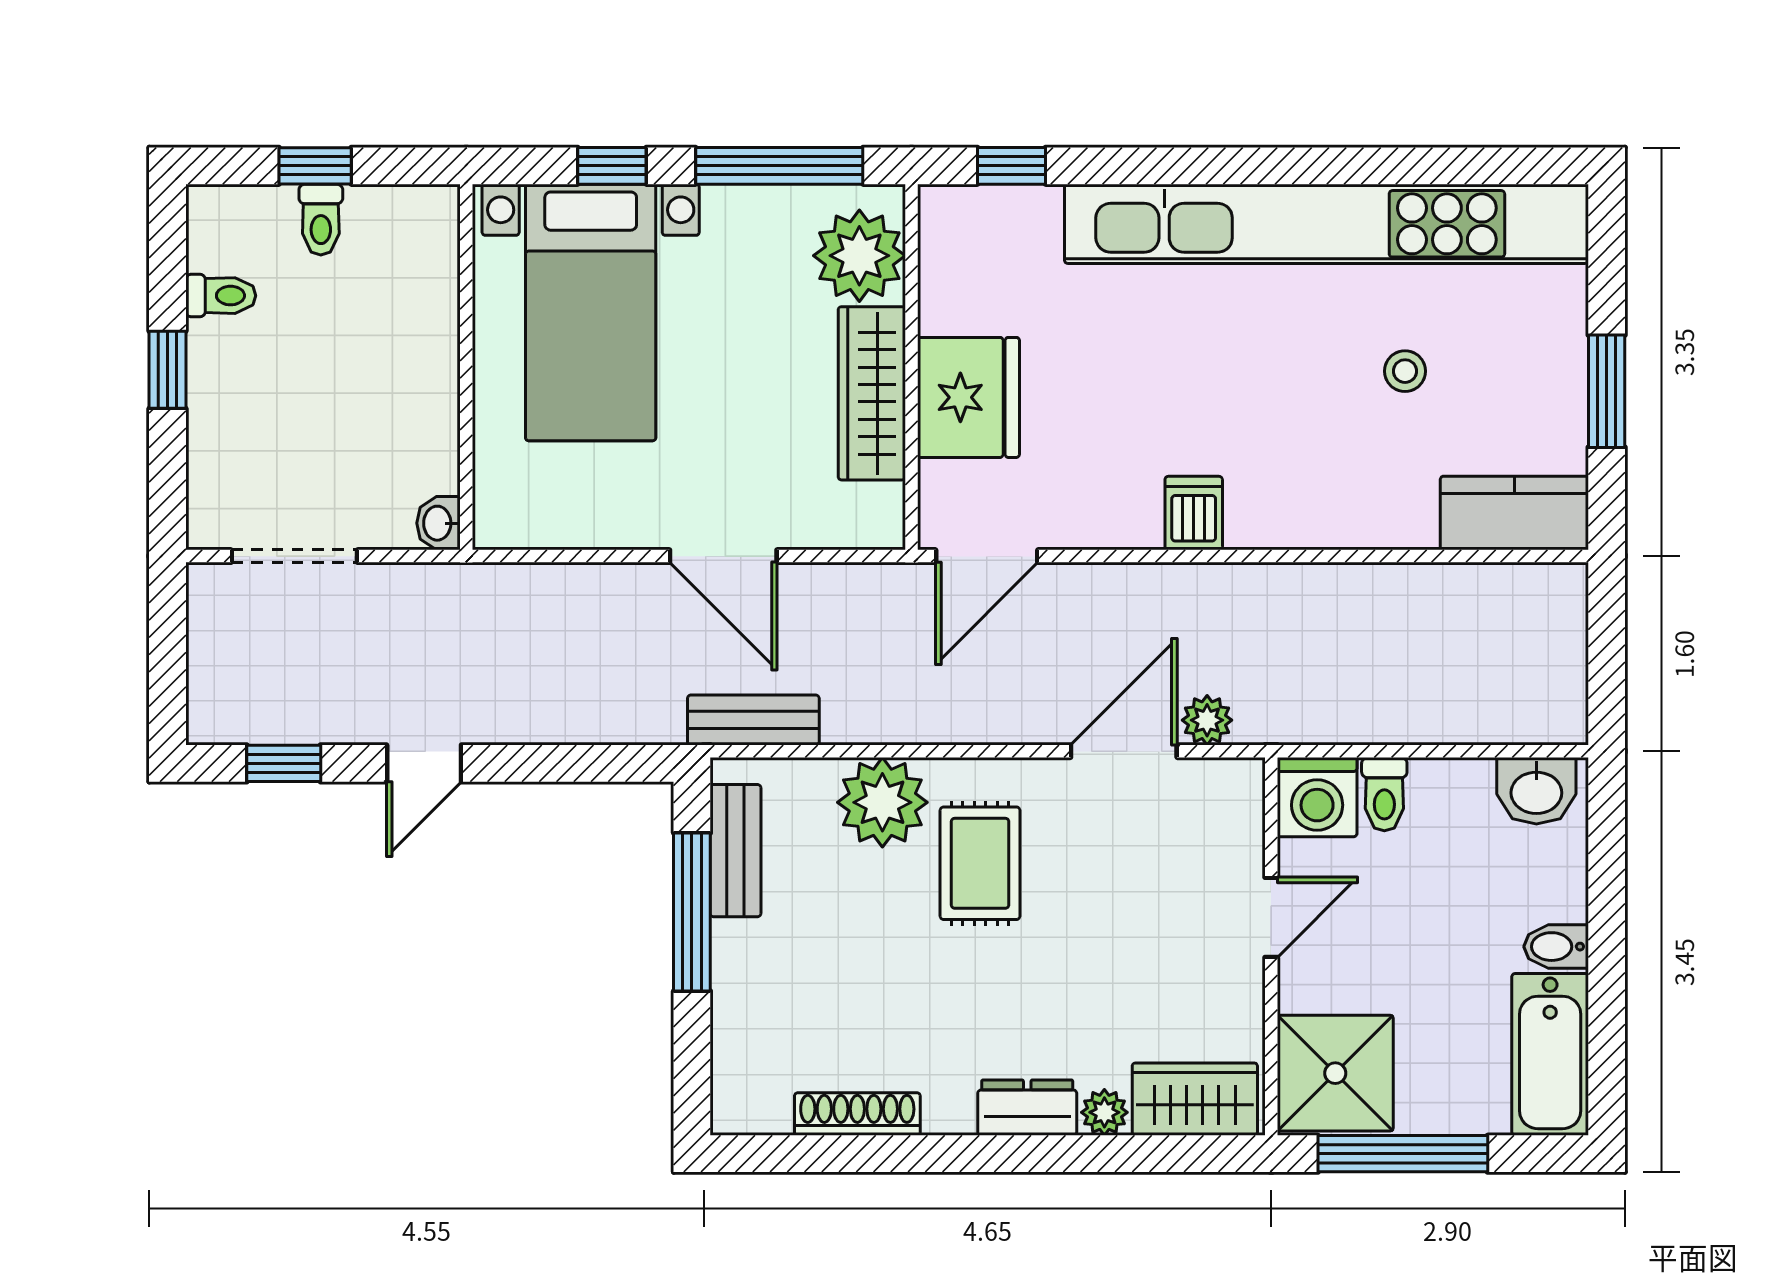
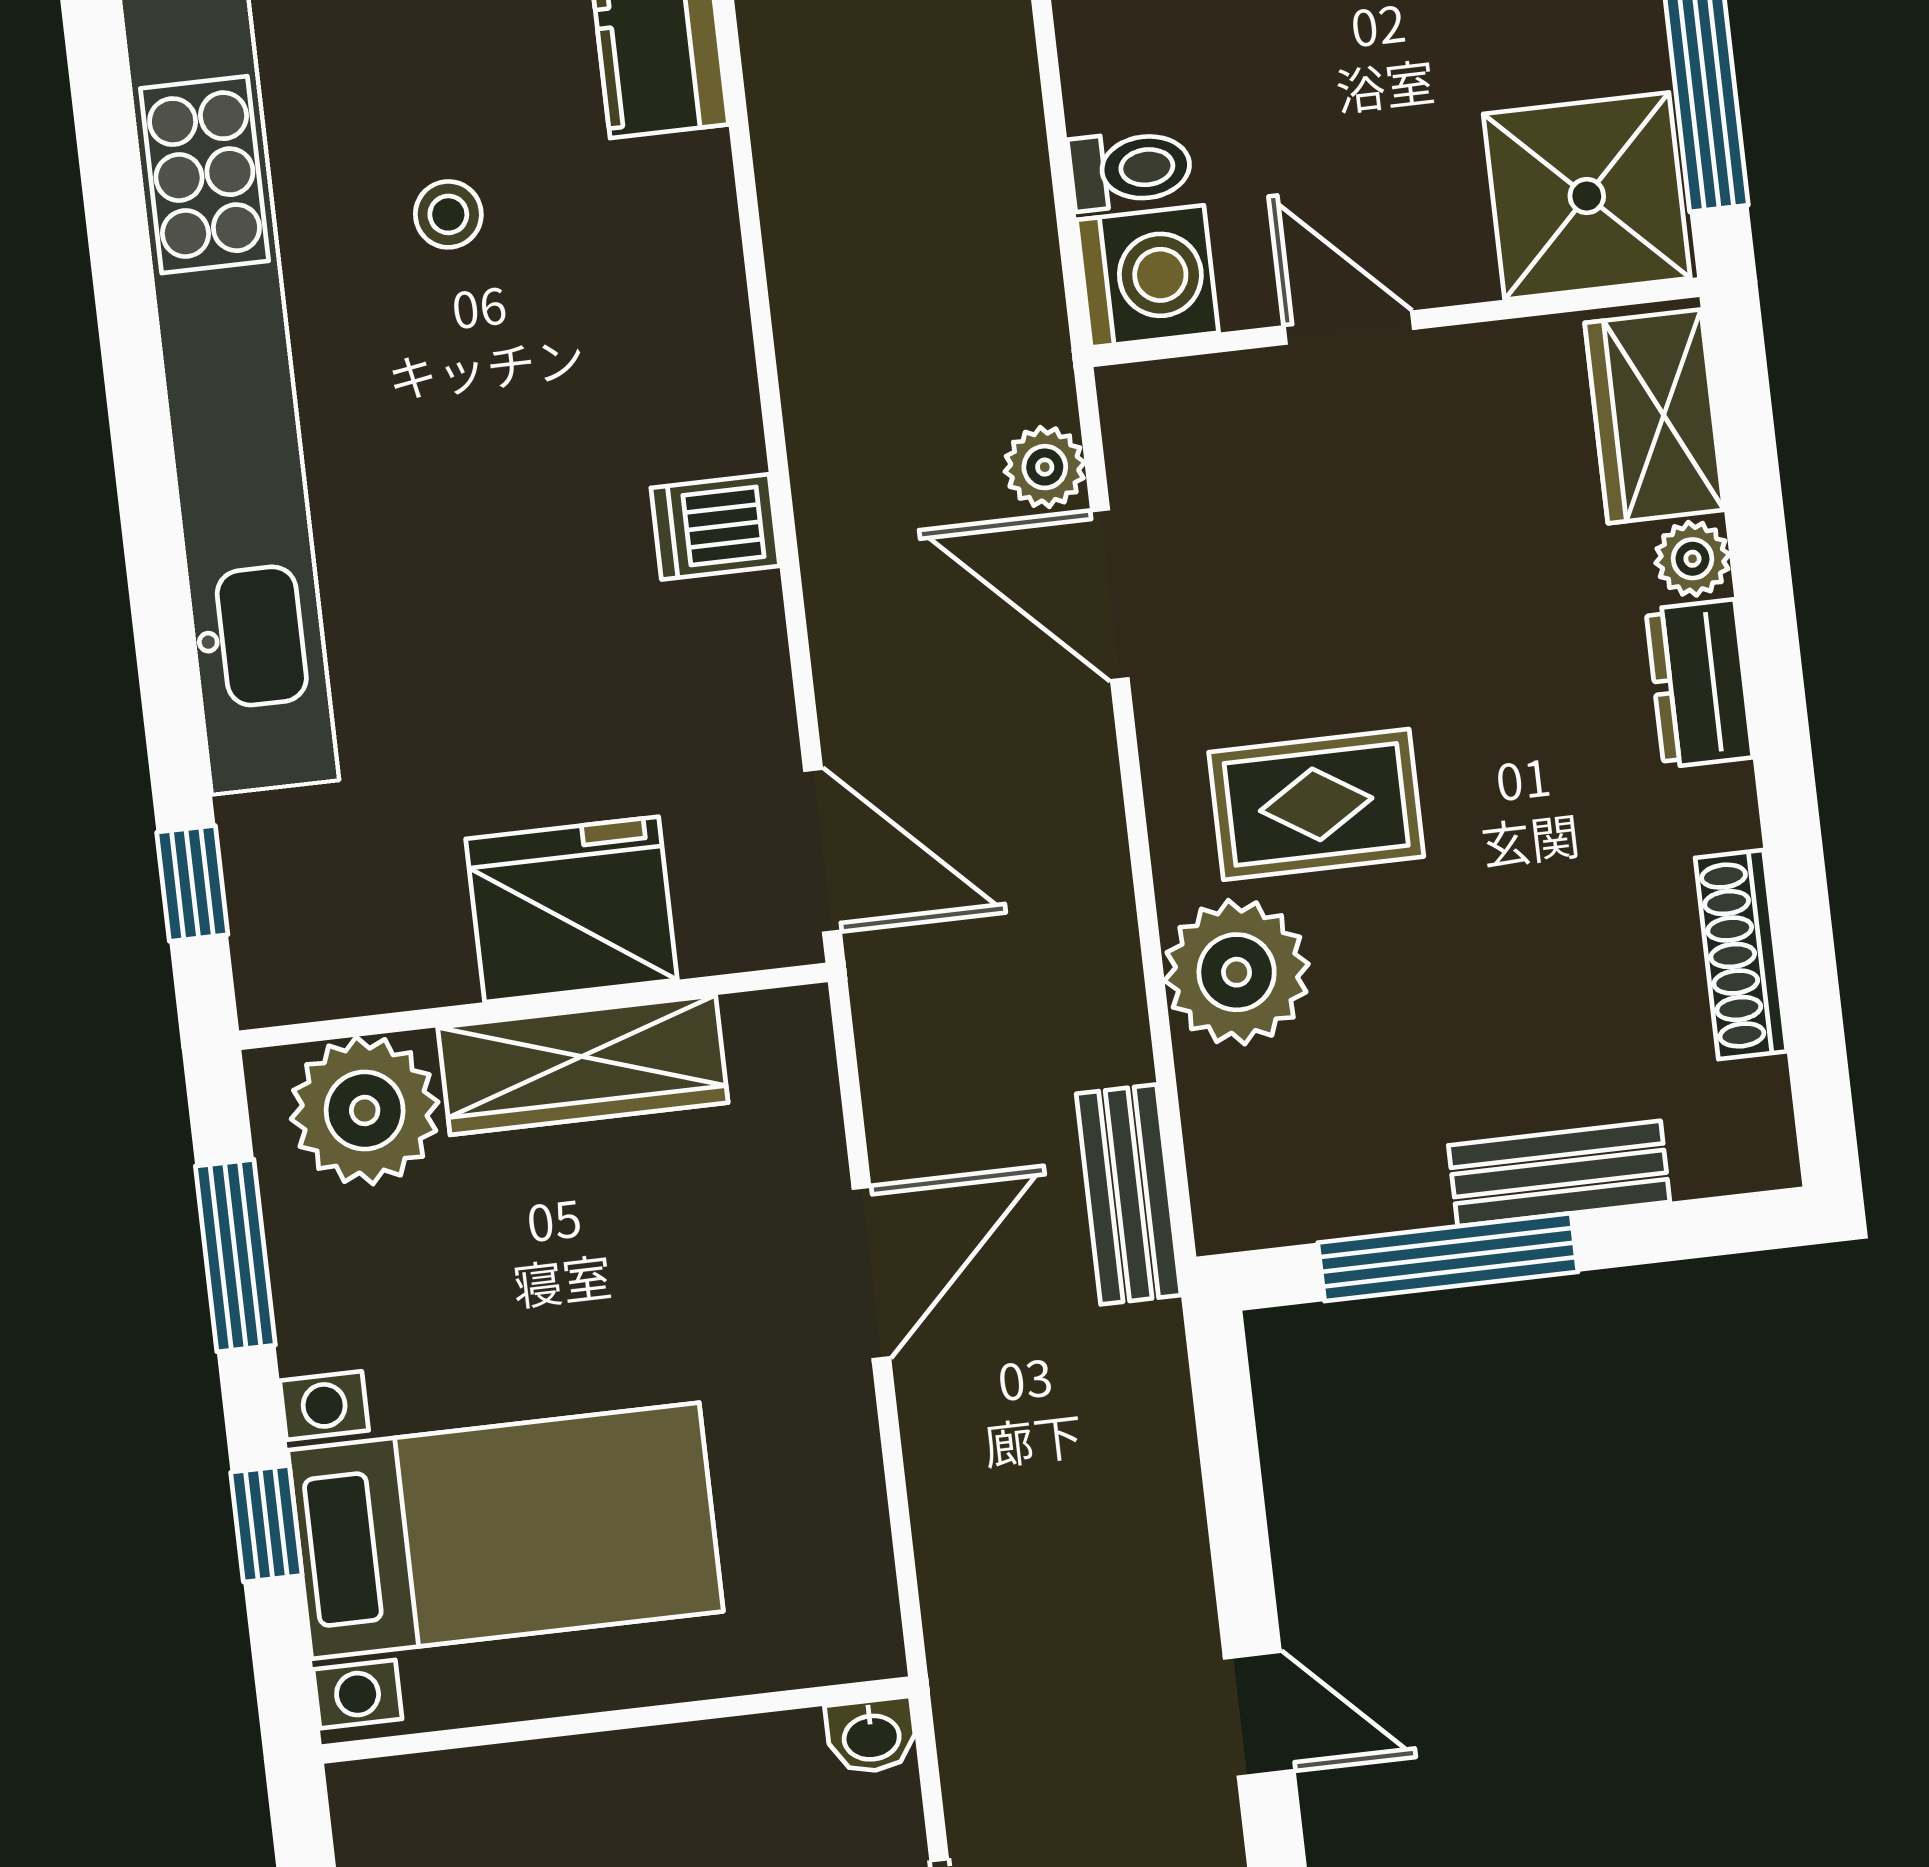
window: (779, 166) -> (235, 1256), width x0.69
bench: (736, 851) -> (1559, 1174), moved

